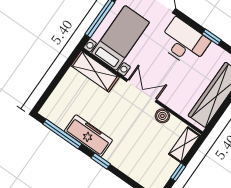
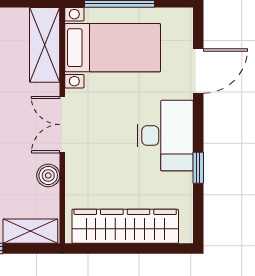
double door: (142, 91) -> (62, 125), swing flipped

